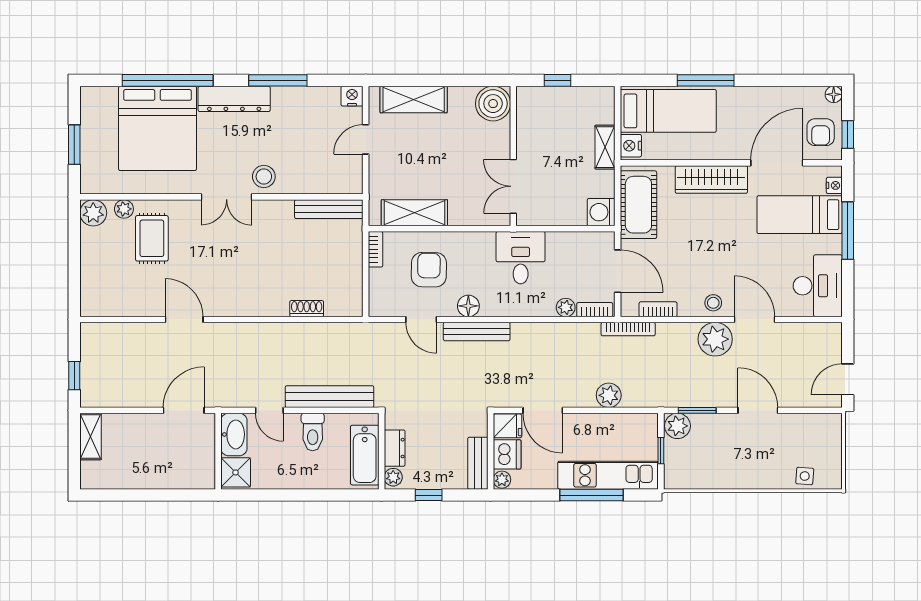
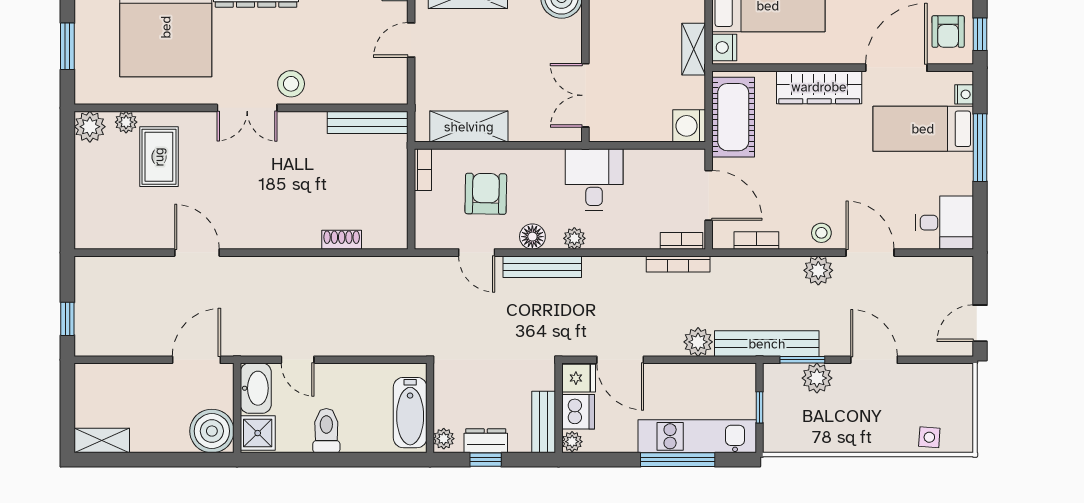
desk: (818, 286) -> (945, 223), width x0.73
plant: (566, 307) -> (574, 238), moved
bookcase: (628, 329) -> (678, 264), moved
plant: (715, 339) -> (818, 270), width x0.73, depth x0.73
bench: (329, 397) -> (767, 344), moved
plant: (677, 426) -> (817, 378), moved
toilet: (313, 432) -> (326, 431), moved, turned 180
shelving: (91, 436) -> (102, 441), moved, turned 90
dresser: (395, 448) -> (486, 441), moved, turned -90
boiler: (197, 471) -> (212, 431), added

